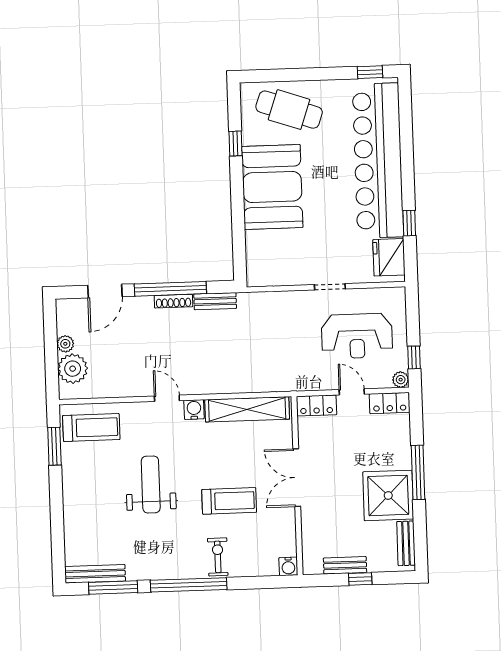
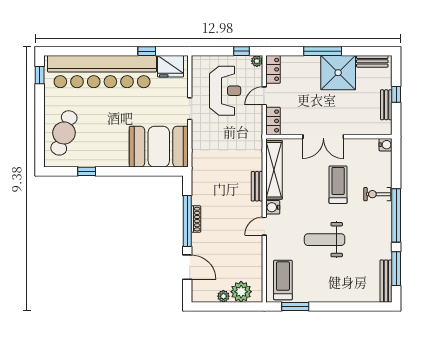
booth: (272, 187) -> (159, 147), moved
bench: (215, 301) -> (257, 186), moved

